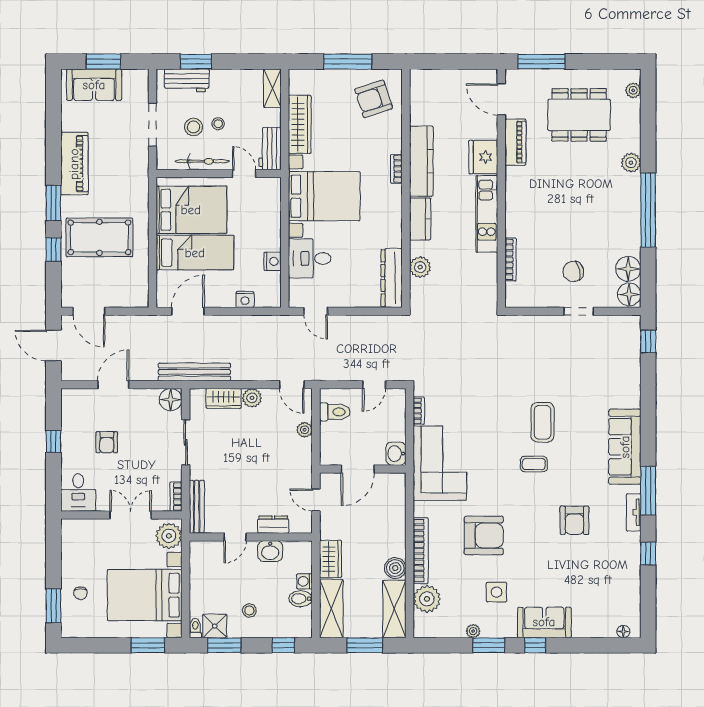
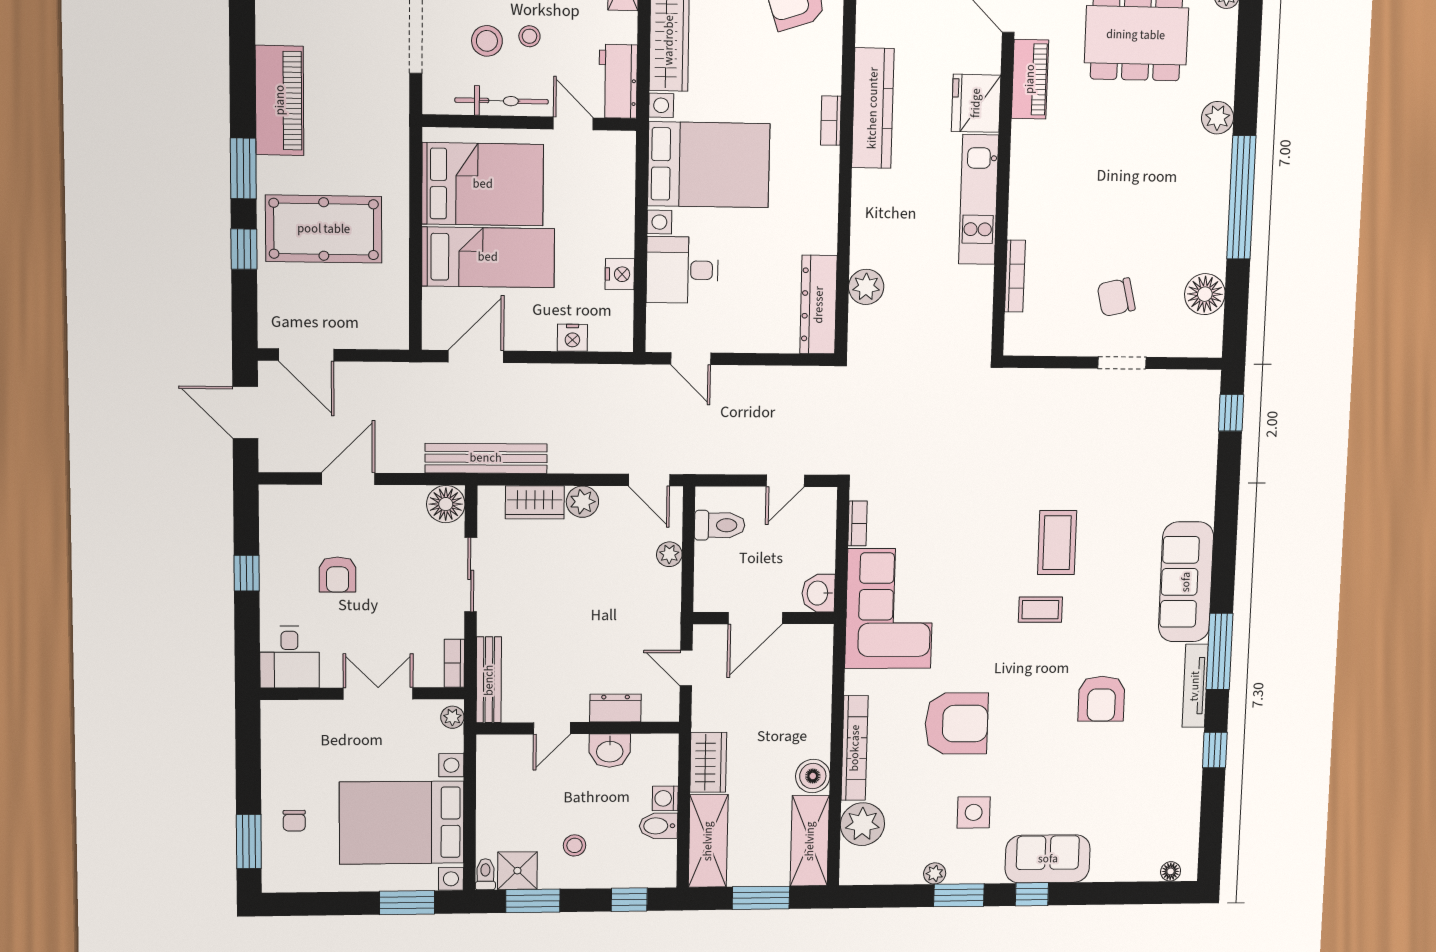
kitchen counter: (420, 219) -> (868, 206), removed
floor lamp: (629, 294) -> (1204, 336), removed
tv unit: (634, 512) -> (1195, 686), width x1.41
plant: (169, 536) -> (452, 717), width x0.53, depth x0.53

